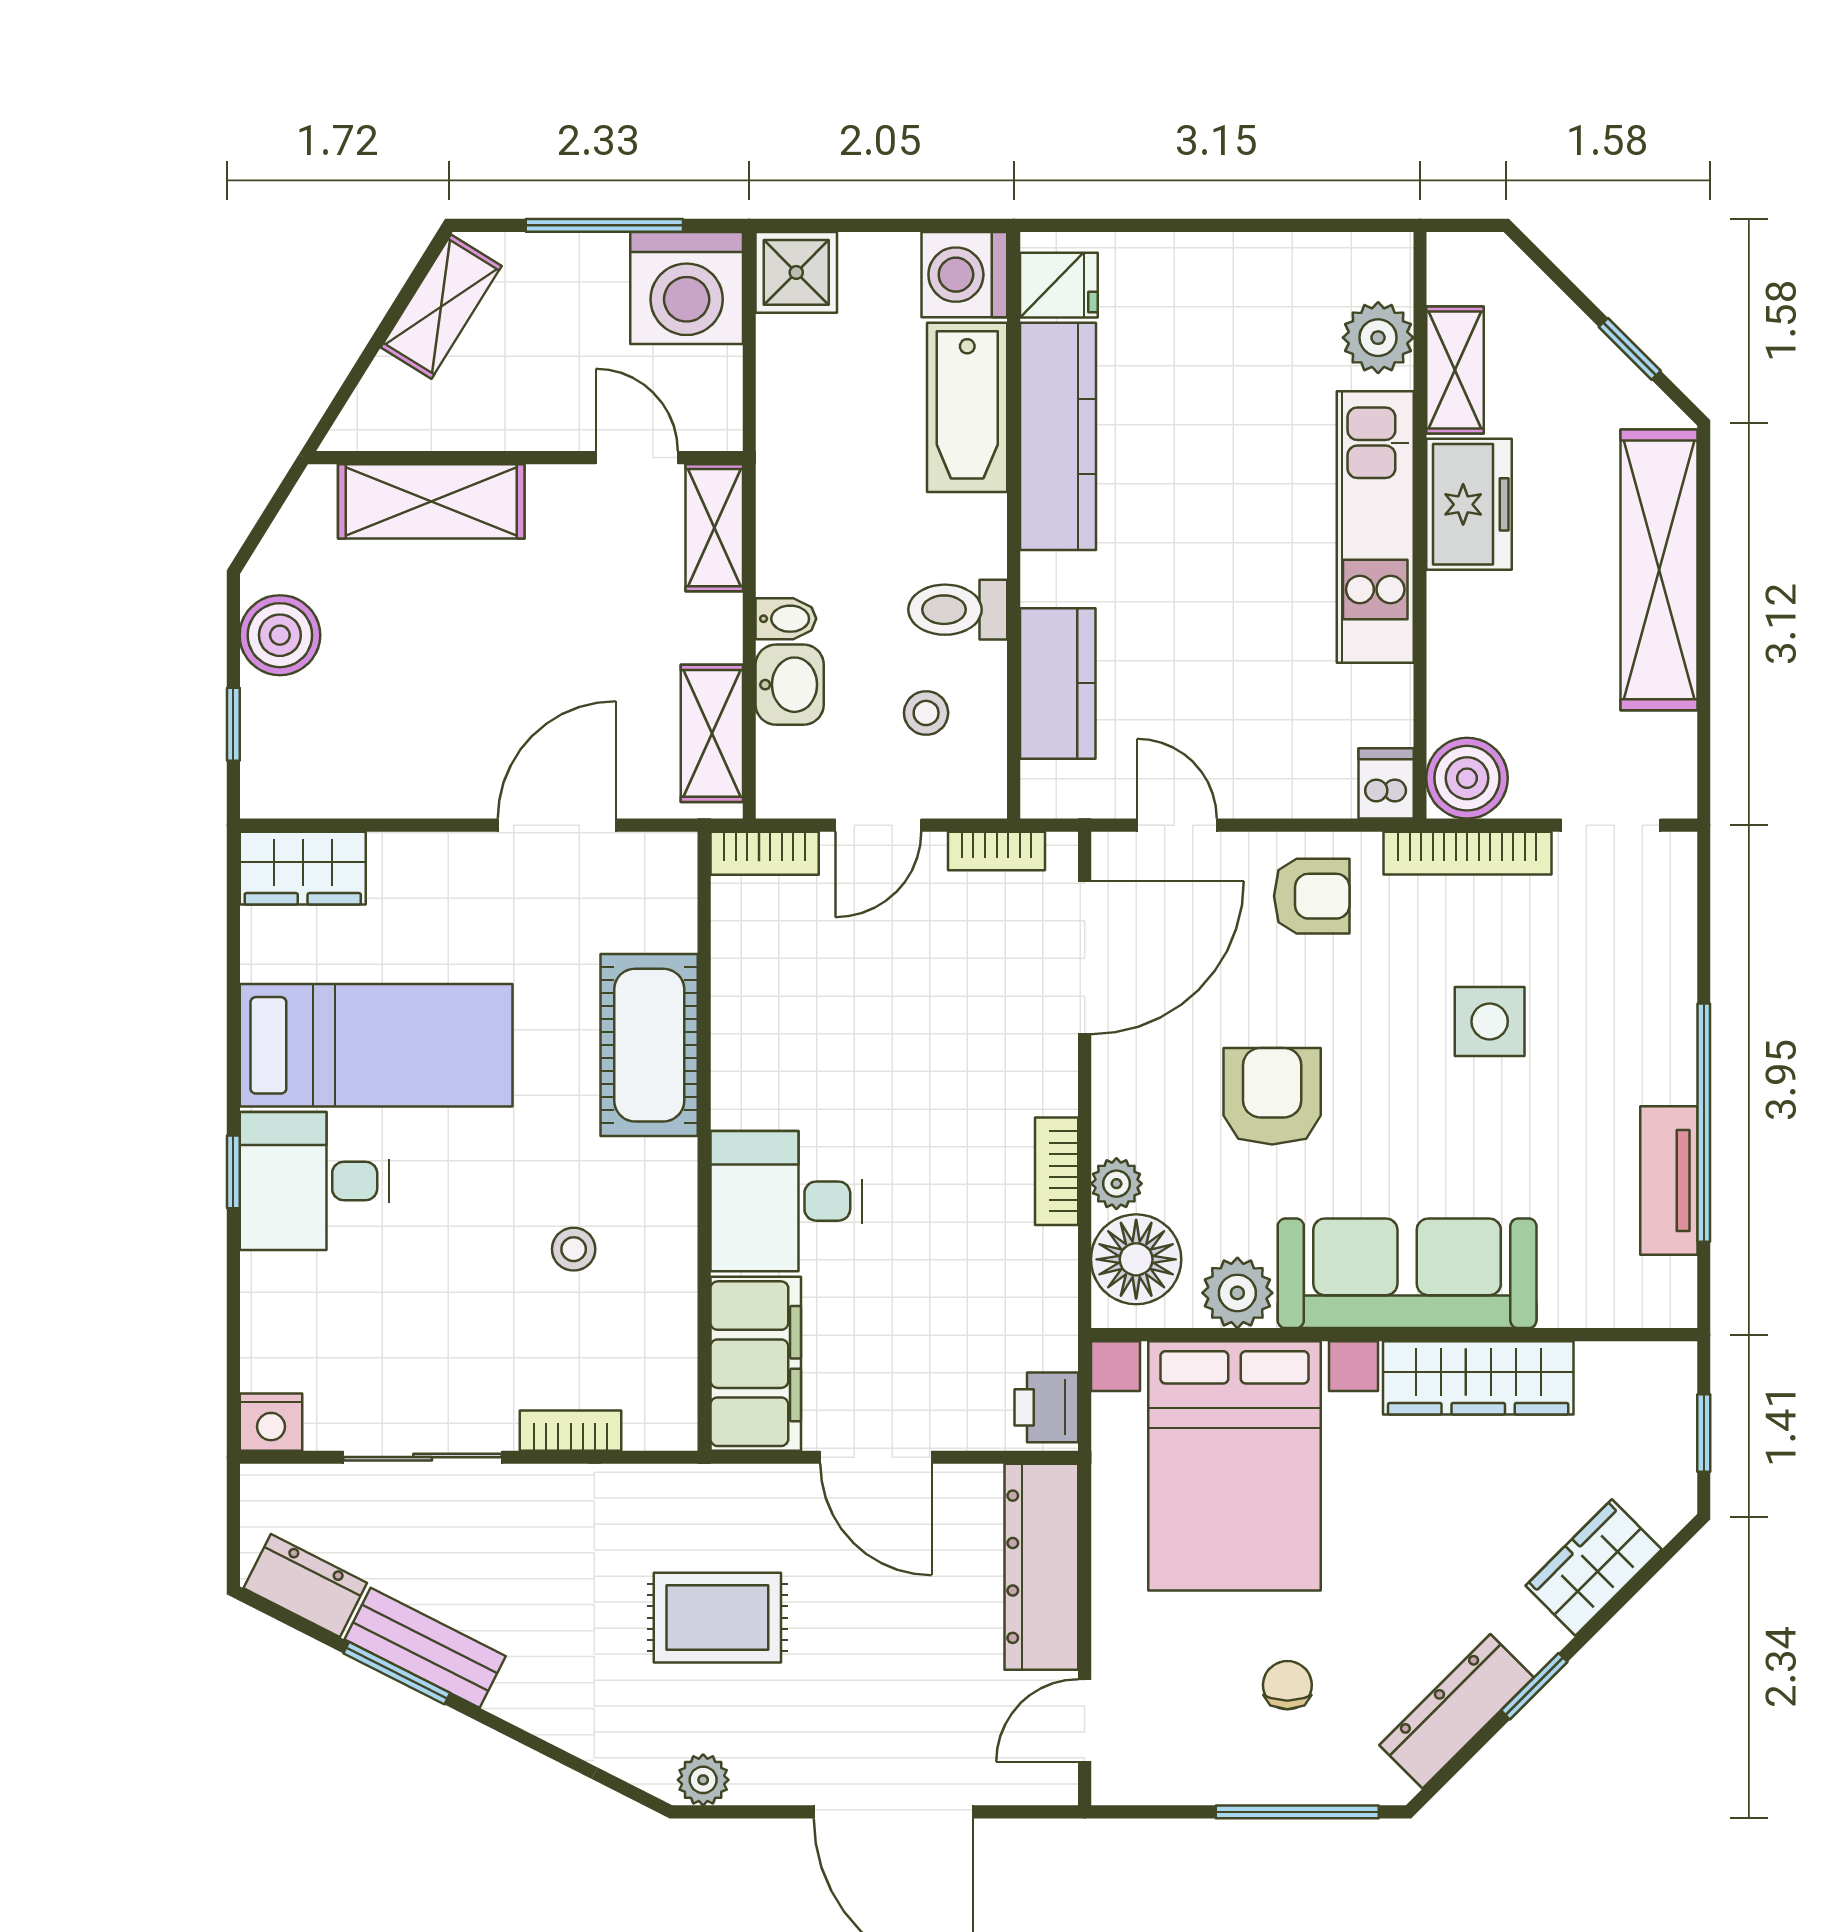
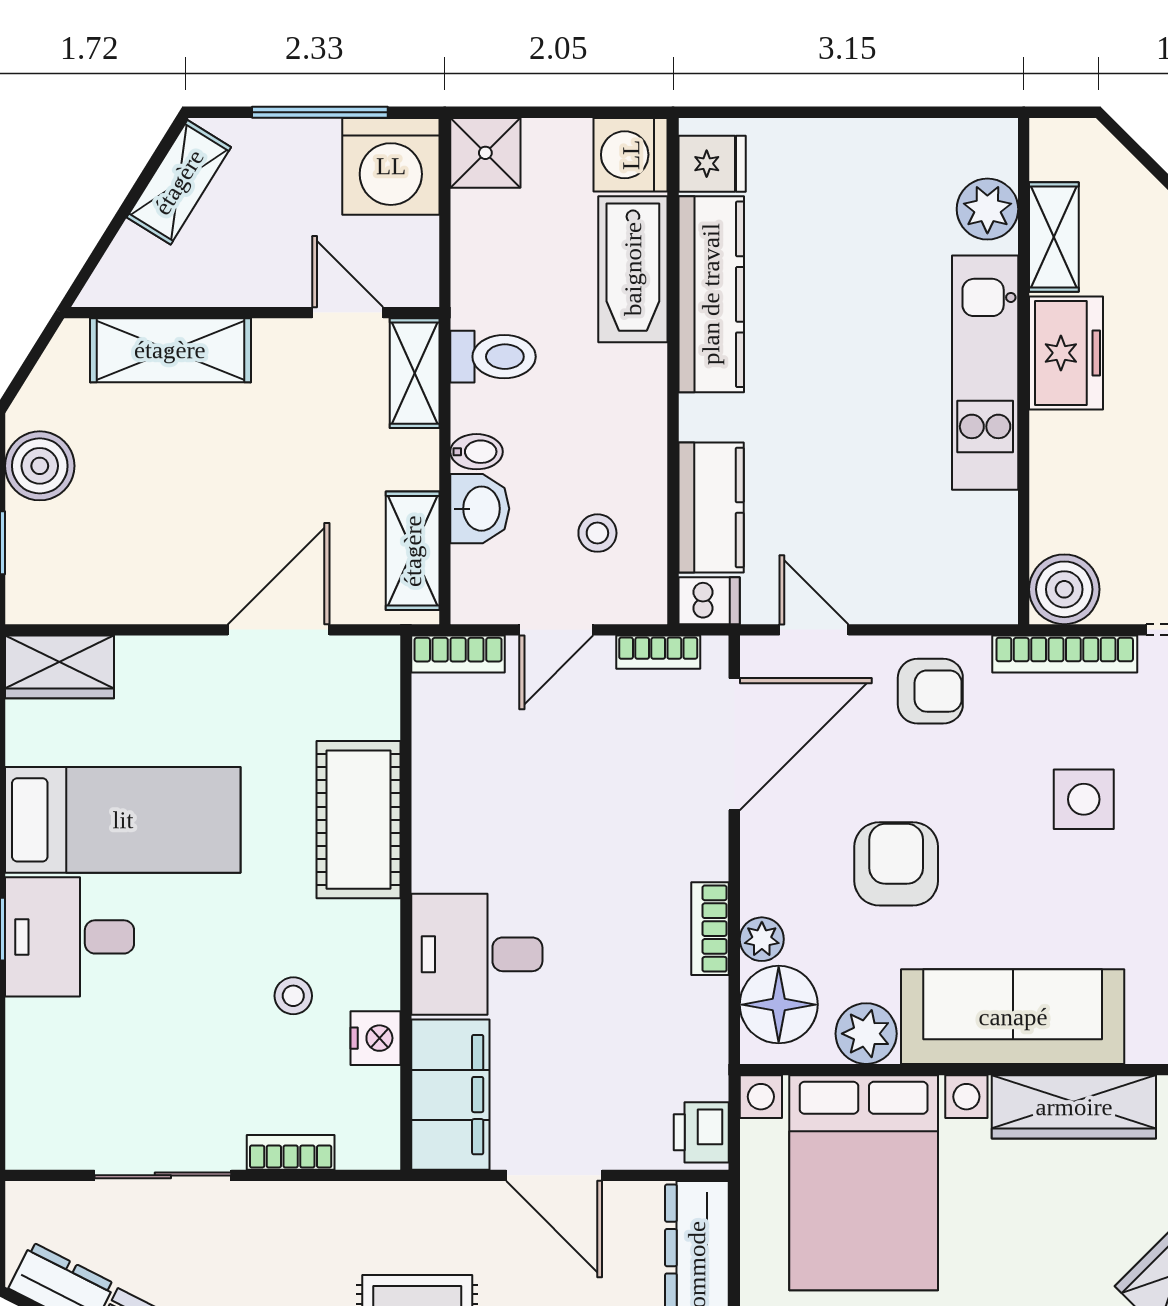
toilet: (958, 610) -> (493, 357), moved, turned 180
dishwasher: (1386, 783) -> (709, 601), moved, turned 90
nightstand: (271, 1422) -> (375, 1038), moved, turned -90

